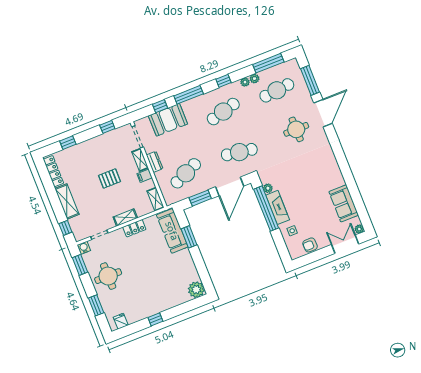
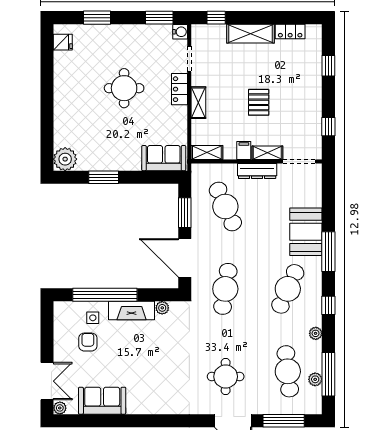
plant: (254, 79) -> (315, 379), moved
window: (160, 106) -> (328, 208), removed
cafe table: (223, 112) -> (288, 289), turned 39
booth: (168, 120) -> (306, 232), moved
dresser: (155, 162) -> (257, 171), width x1.44
locker: (53, 171) -> (290, 31), width x0.66
window: (266, 209) -> (105, 295), moved
locker: (134, 228) -> (179, 89), moved
sofa: (172, 231) -> (164, 158), width x0.73
window: (189, 237) -> (104, 177), moved
armchair: (310, 245) -> (88, 342), moved
round table: (108, 276) -> (124, 88), moved
window: (155, 319) -> (47, 89), removed

